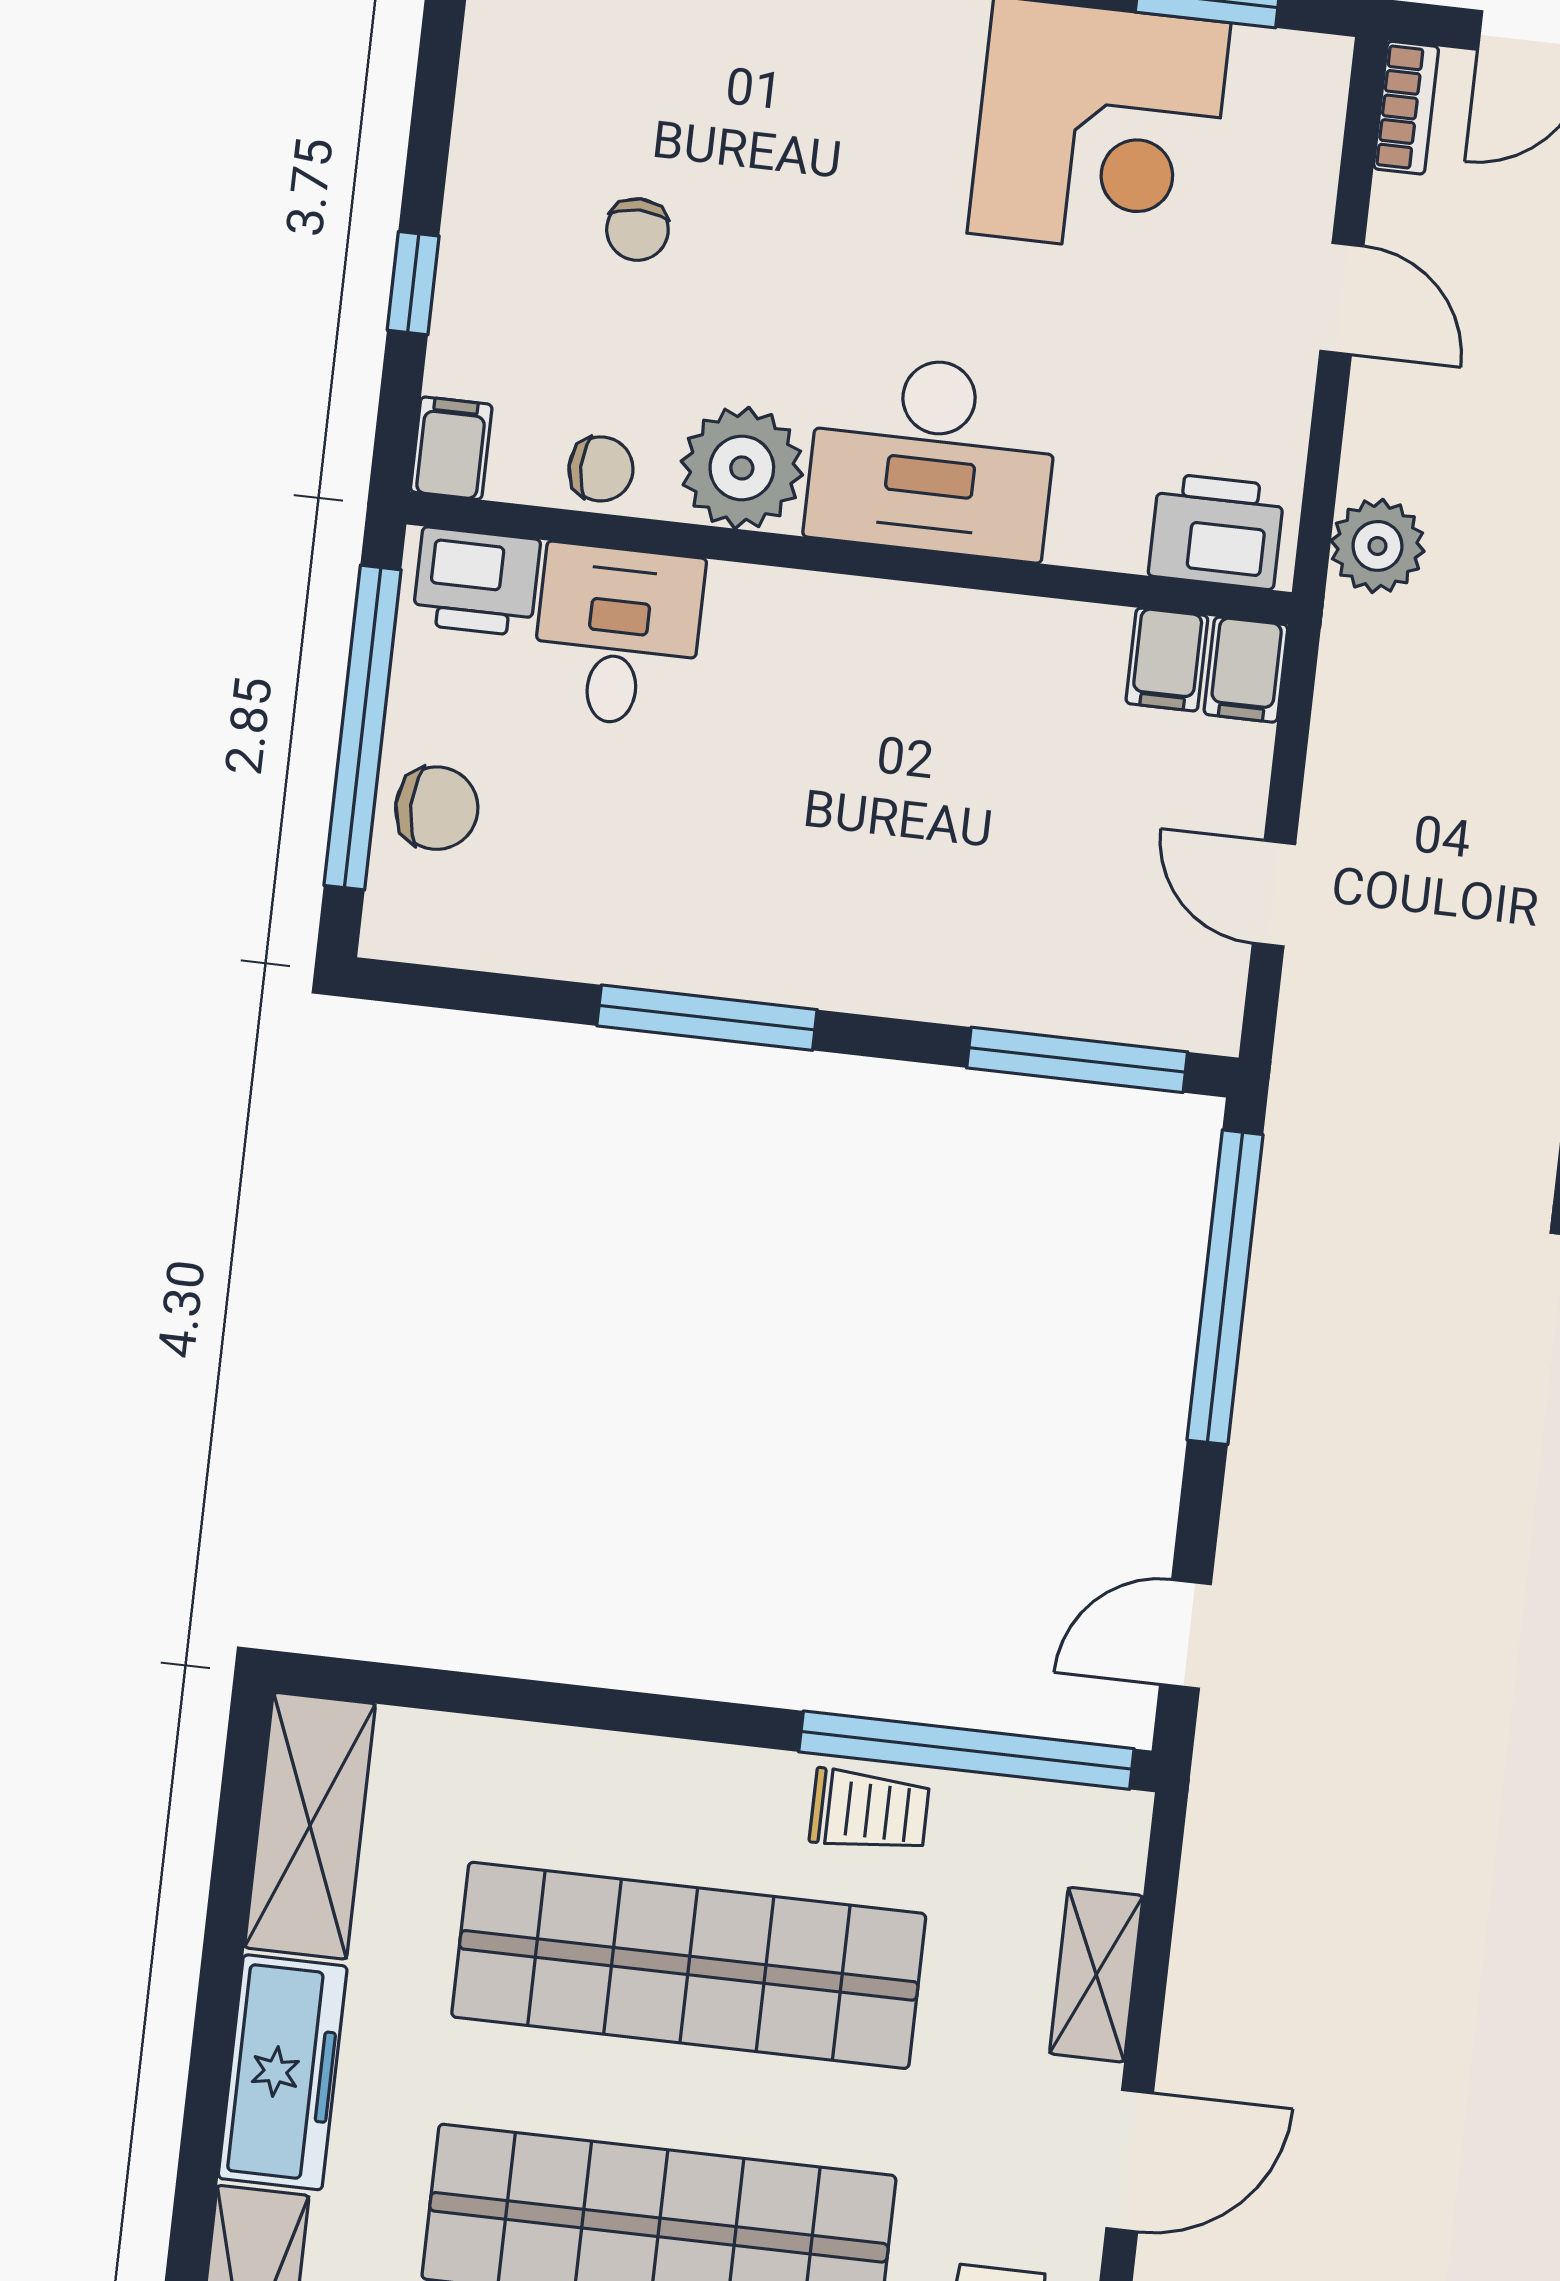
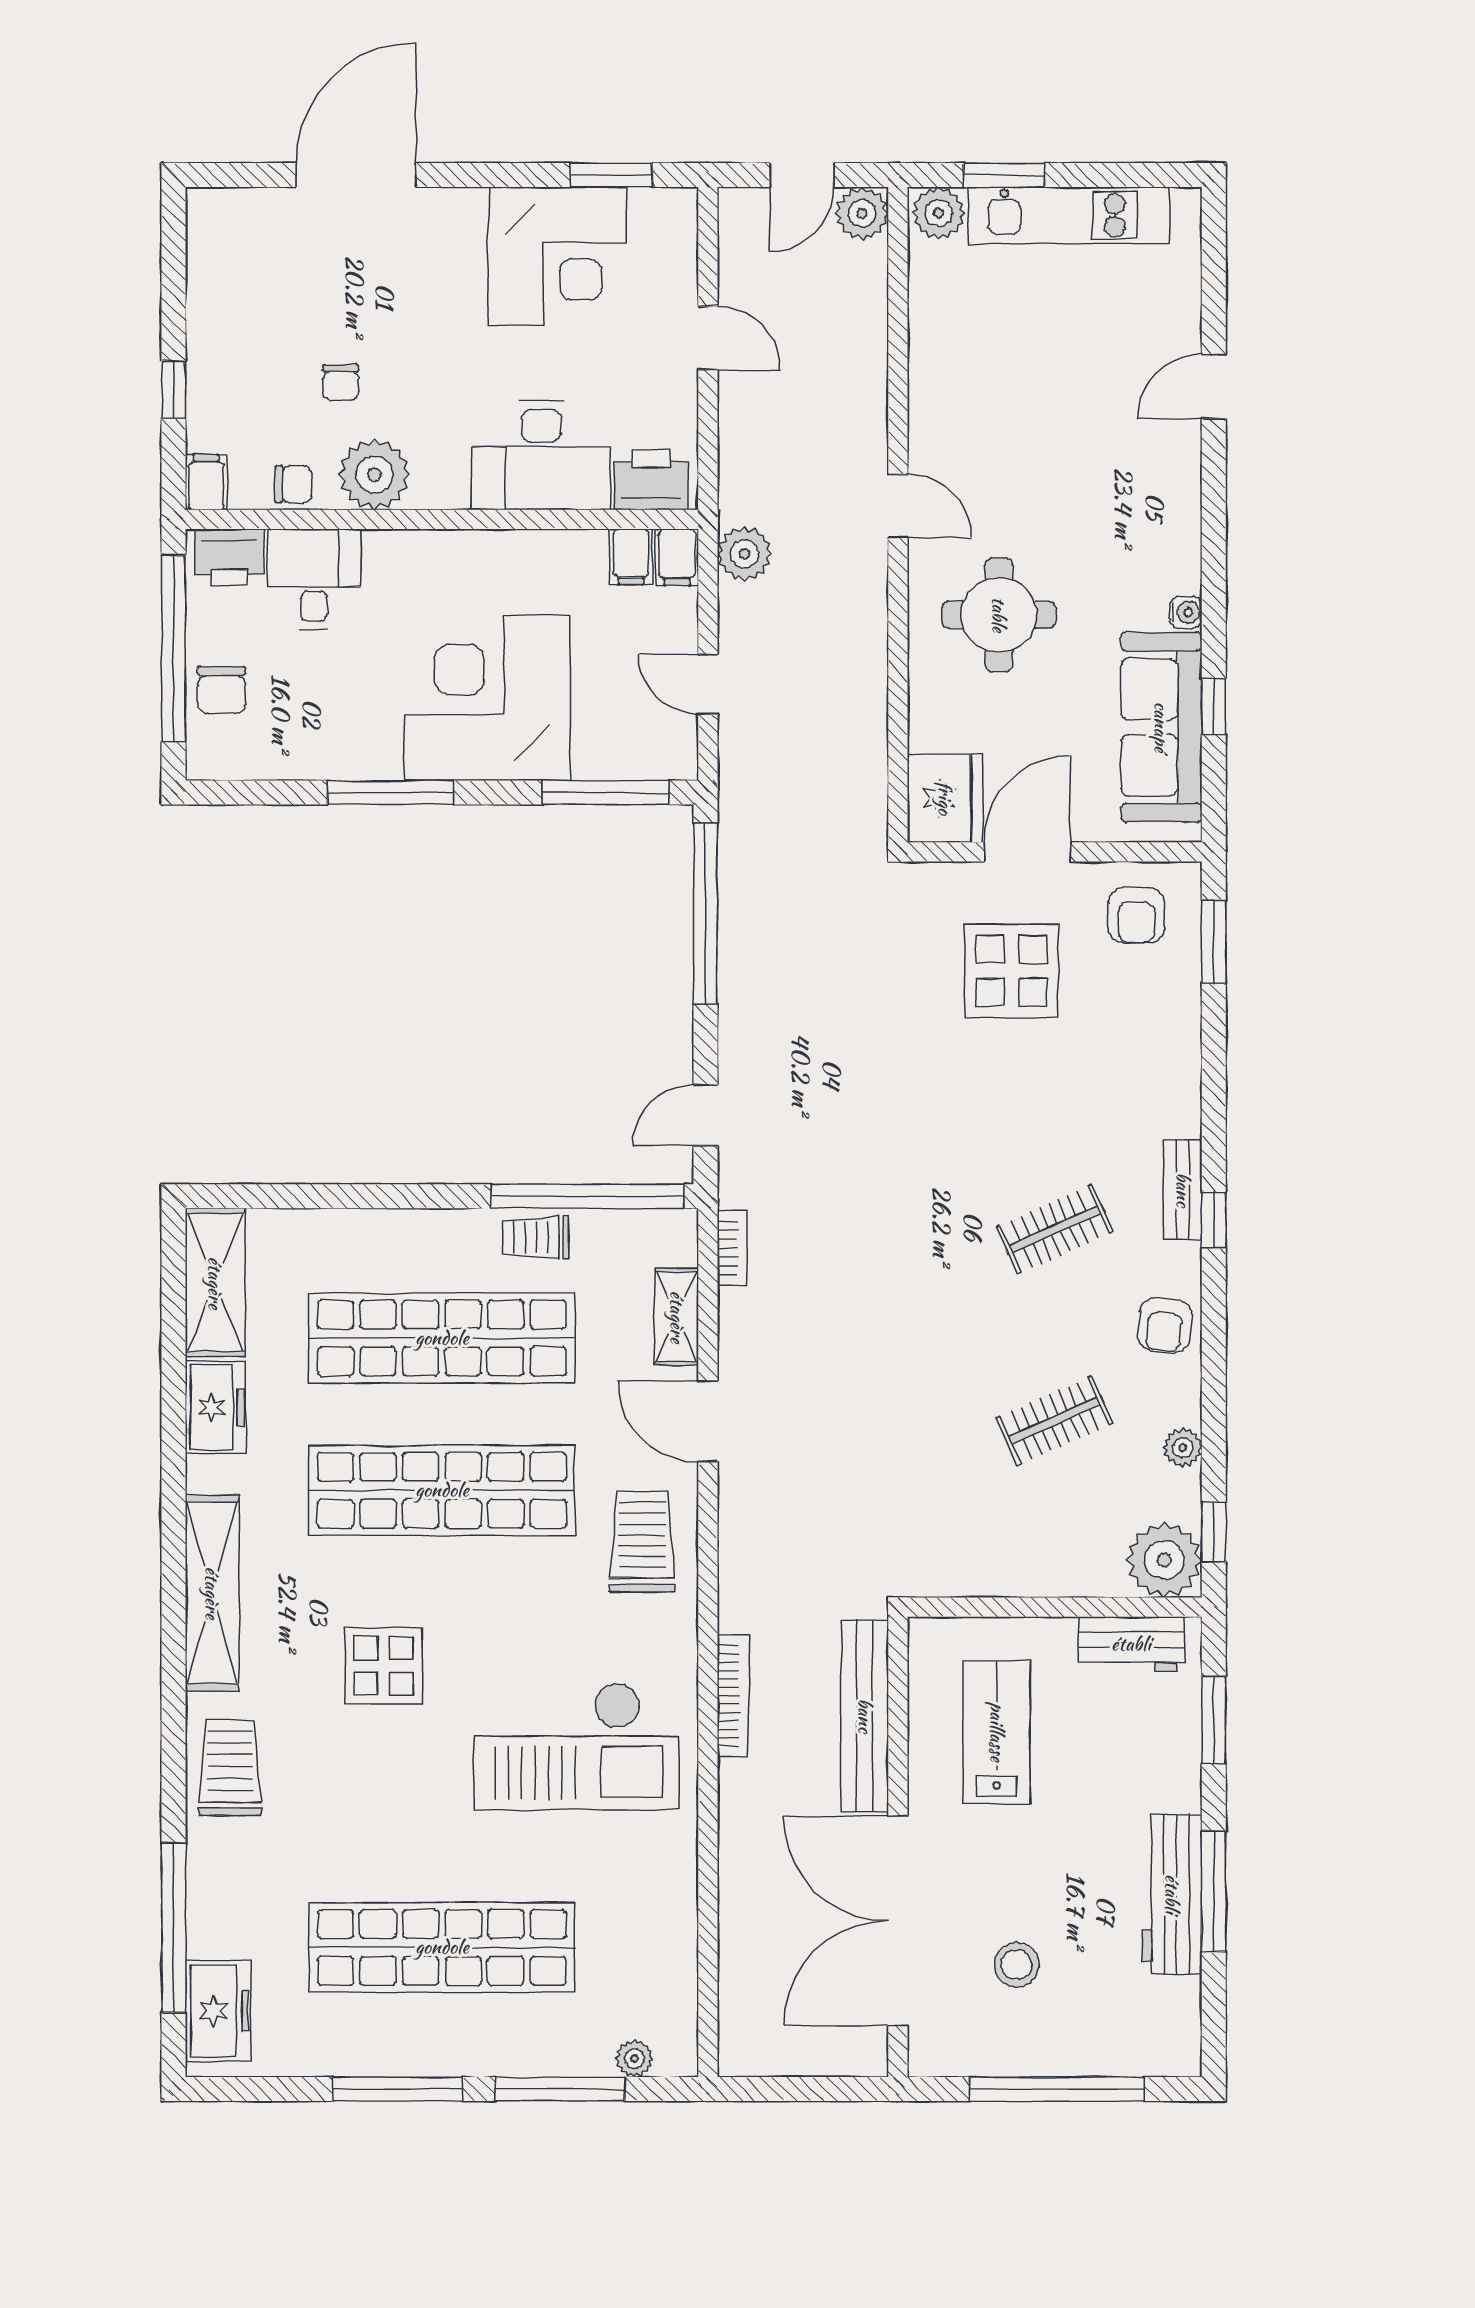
bookcase: (1406, 108) -> (732, 1248), moved
chair: (637, 230) -> (341, 382), moved
desk: (932, 456) -> (541, 455), moved
plant: (1377, 546) -> (745, 554), moved
chair: (437, 808) -> (221, 690), turned 90
corner desk: (893, 874) -> (488, 698), added
trolley: (869, 1811) -> (536, 1237), turned 180
freezer: (283, 2072) -> (216, 1407), width x0.71
door: (1130, 2161) -> (708, 1421), swing flipped

